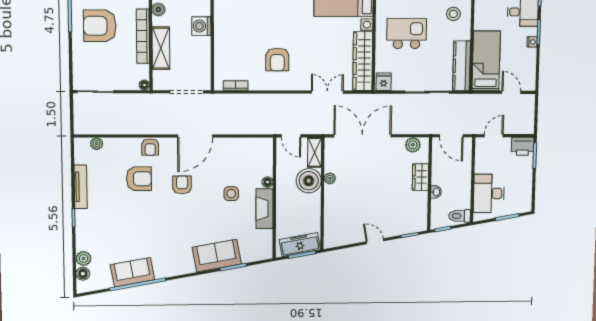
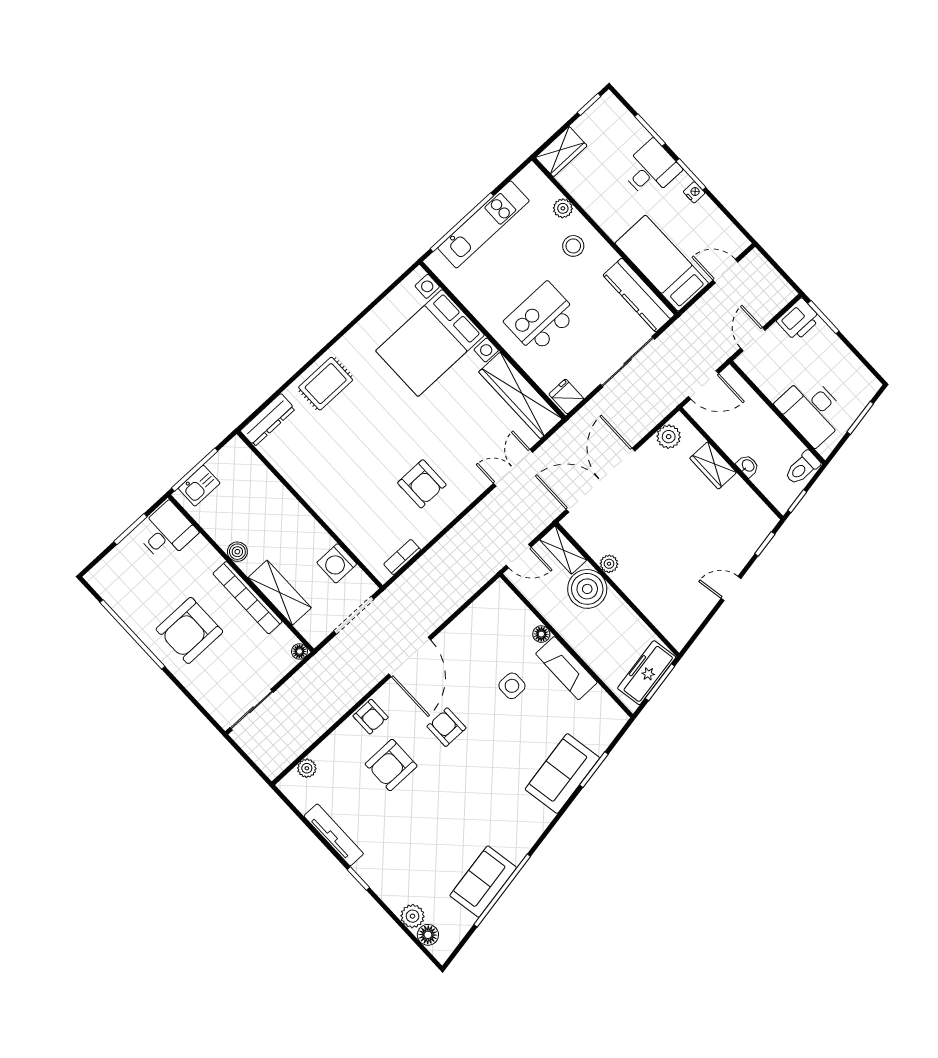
washing machine: (201, 26) -> (337, 563), moved
armchair: (139, 179) -> (391, 765), turned 180

